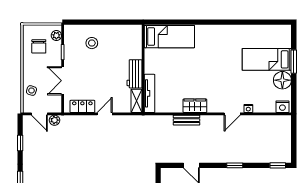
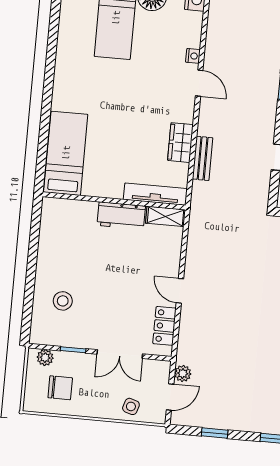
bed: (169, 37) -> (66, 153), moved
wall: (143, 69) -> (114, 201), moved
workbench: (134, 74) -> (121, 216), moved
tv unit: (150, 93) -> (155, 194), moved
shelving: (137, 101) -> (165, 216), moved

